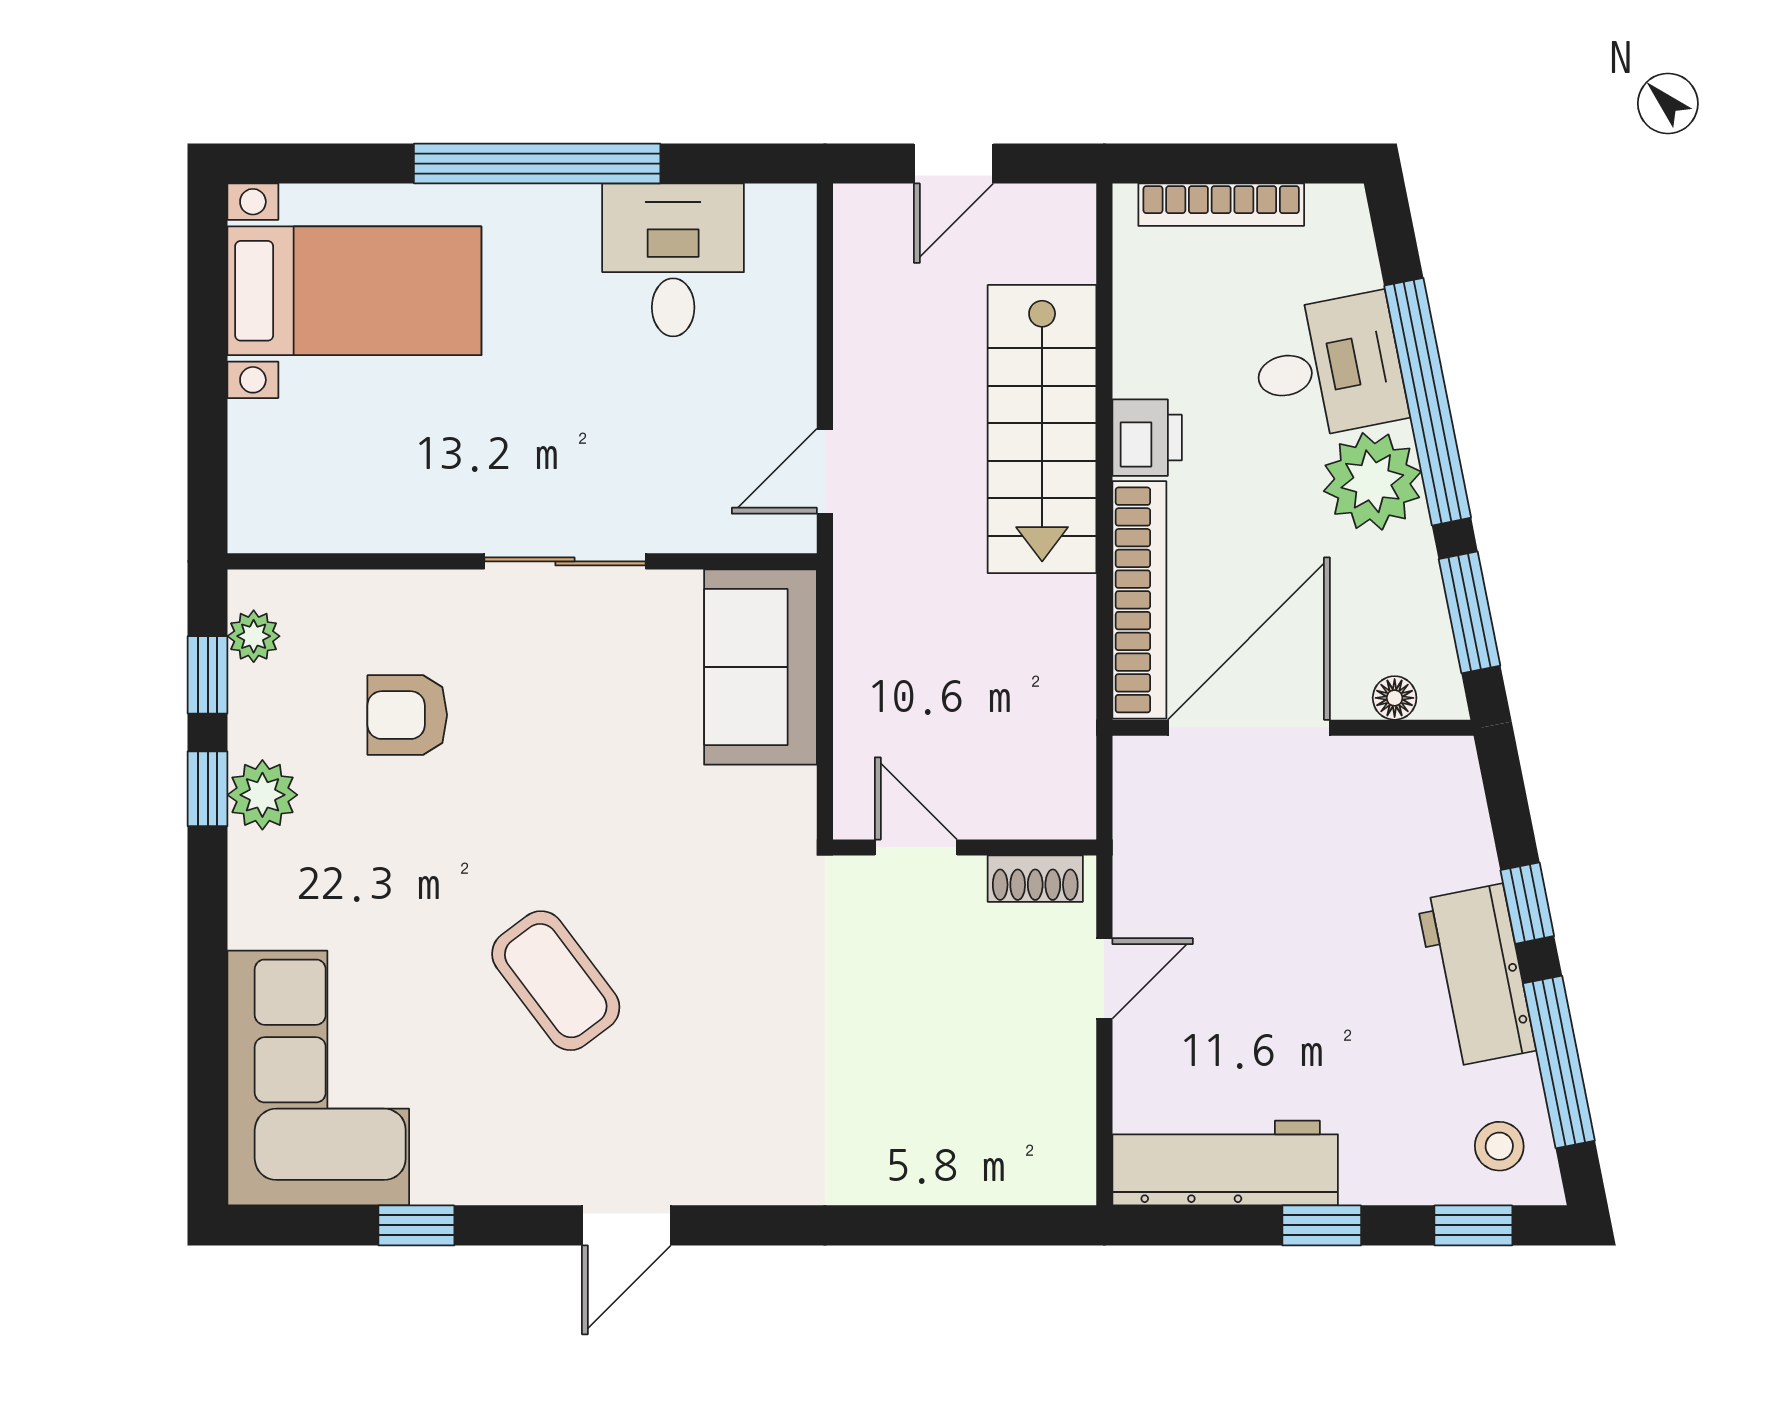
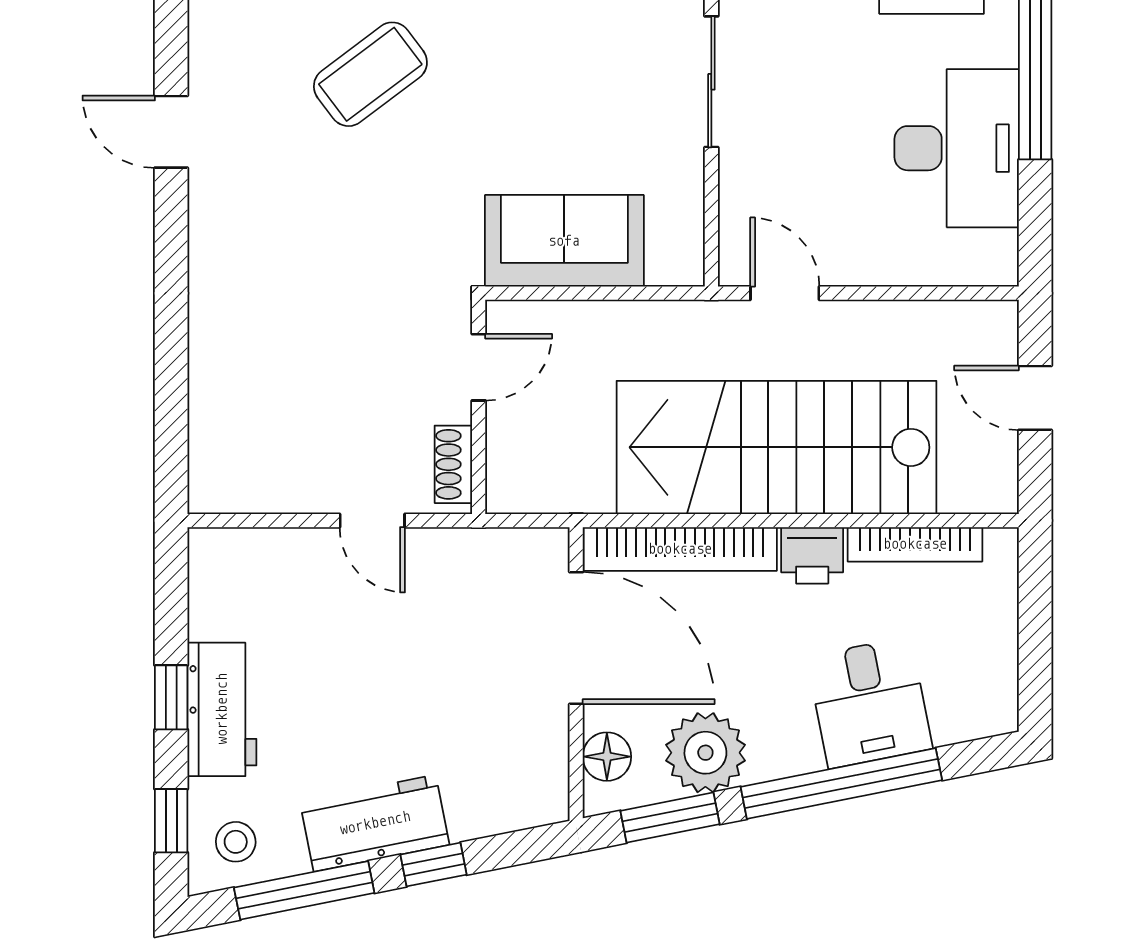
bookcase: (1221, 205) -> (915, 544), moved, turned -90
desk: (673, 260) -> (957, 148), width x1.37
stairs: (1042, 429) -> (776, 447), width x1.36, depth x1.51
plant: (1372, 481) -> (705, 753), moved
sofa: (761, 667) -> (564, 241), moved
floor lamp: (1395, 698) -> (607, 757), width x1.37, depth x1.37
workbench: (1225, 1163) -> (222, 709), moved, width x0.73

